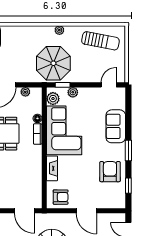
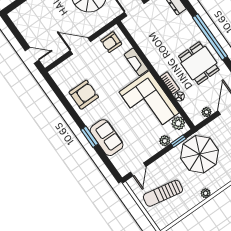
plant: (59, 30) -> (206, 193), moved
sun lounger: (100, 41) -> (163, 193), moved
window: (128, 151) -> (90, 137), moved
armchair: (110, 172) -> (84, 95), turned -90
window: (128, 186) -> (59, 94), removed

